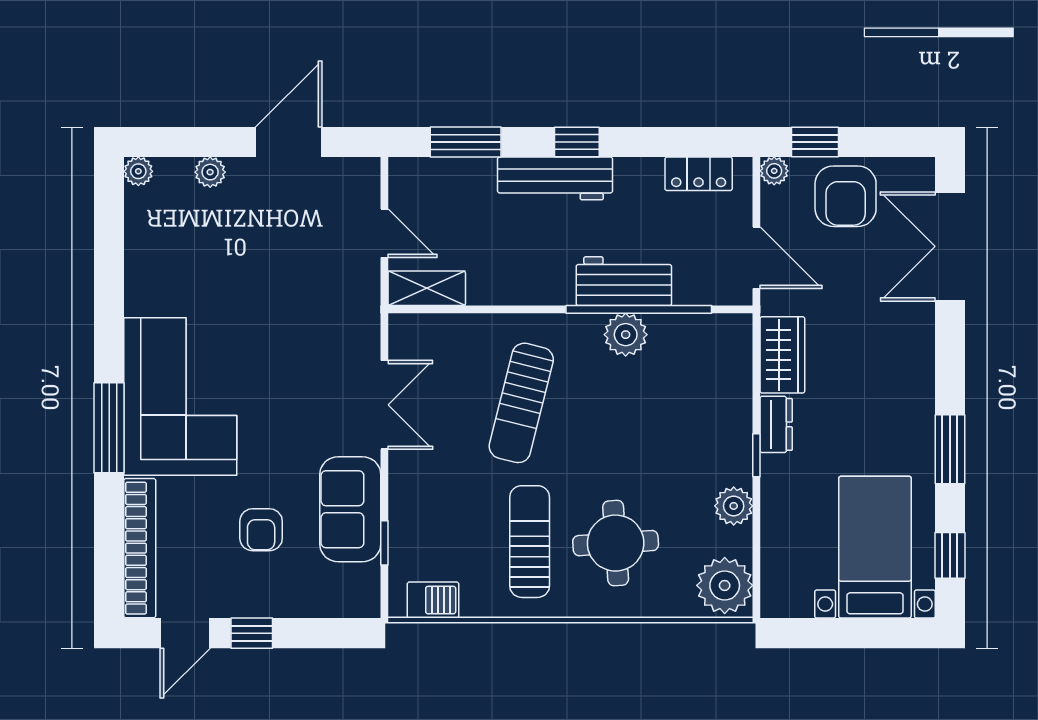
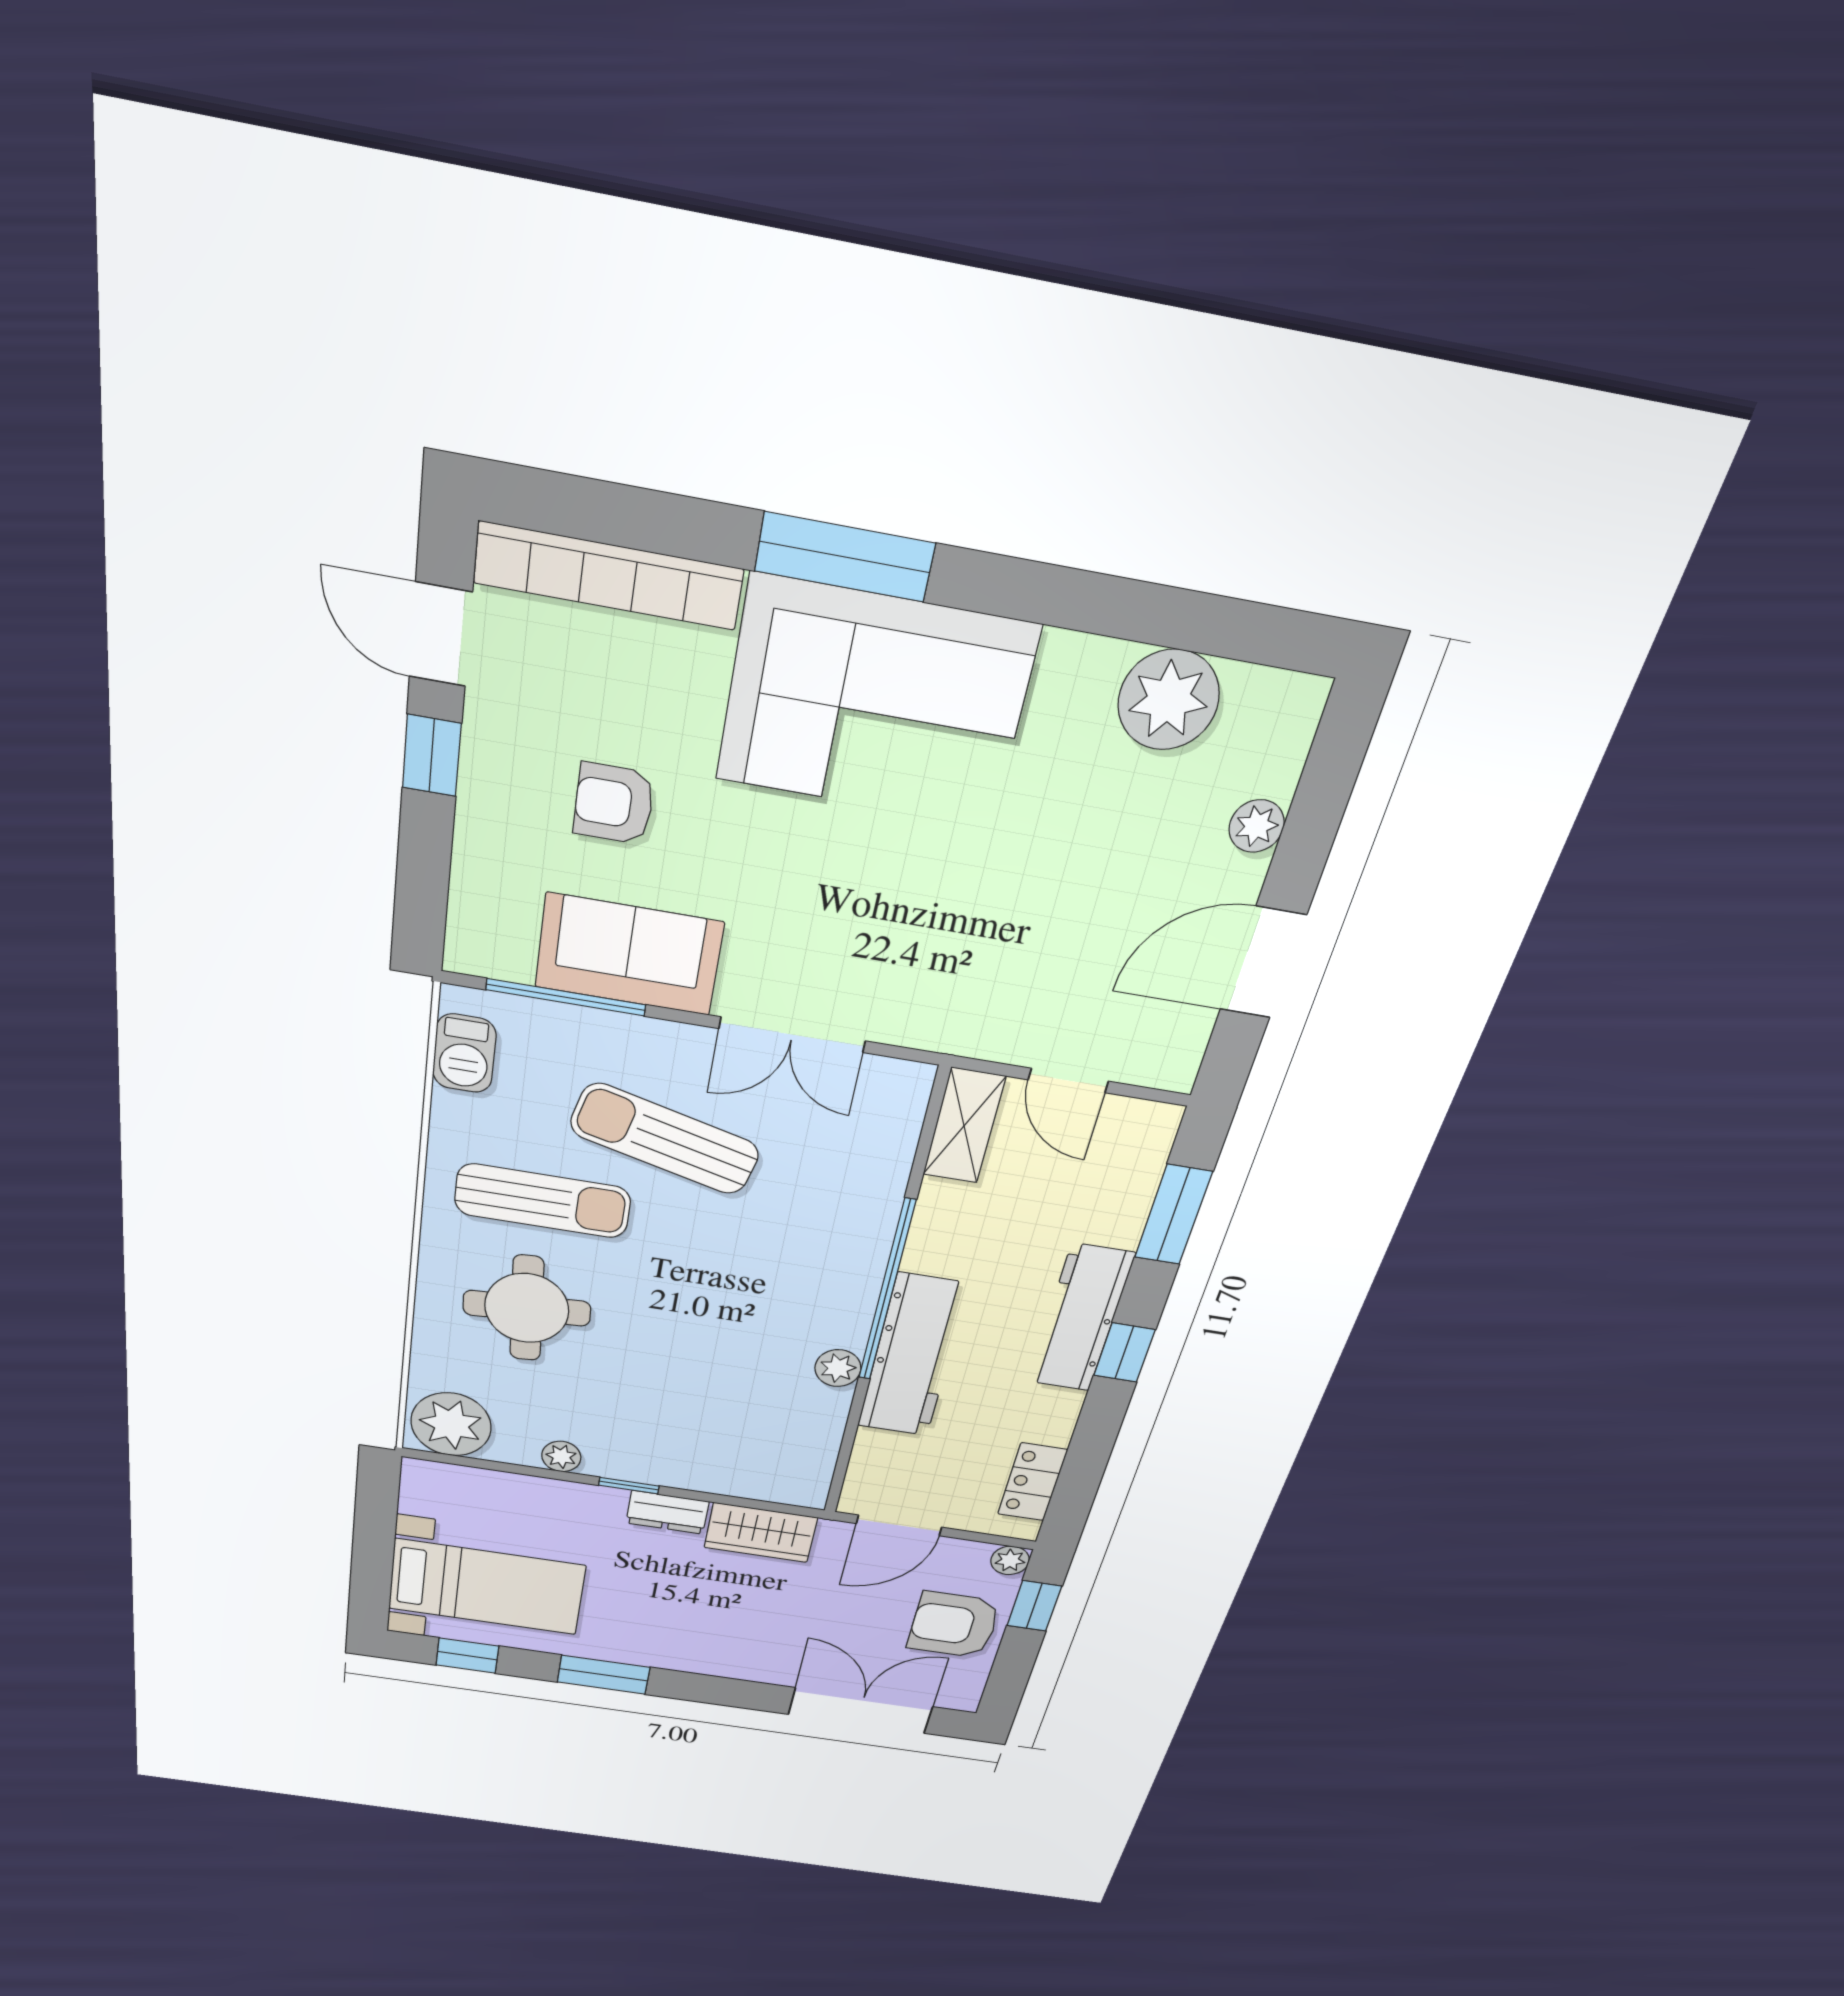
door: (289, 142) -> (1263, 963), swing flipped
plant: (138, 171) -> (1169, 700), moved, width x1.88, depth x1.88
door: (384, 233) -> (1068, 1081), hinge flipped
workbench: (624, 281) -> (913, 1356), width x1.38
window: (639, 309) -> (887, 1291), moved
plant: (626, 335) -> (838, 1368), width x0.73, depth x0.73
sun lounger: (521, 403) -> (665, 1139), moved
plant: (734, 506) -> (561, 1456), width x0.73, depth x0.73
window: (384, 543) -> (566, 997), width x2.17

